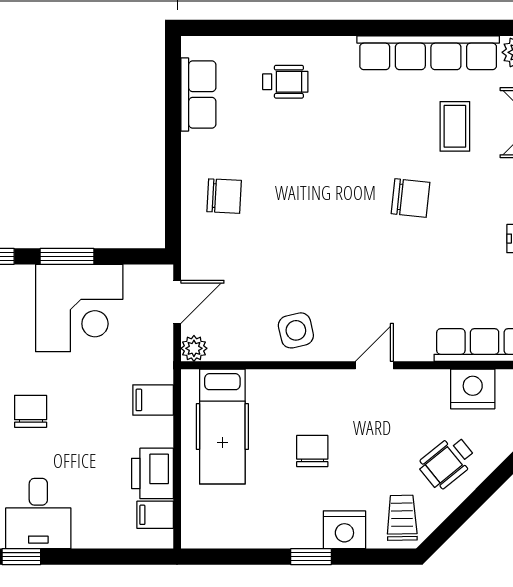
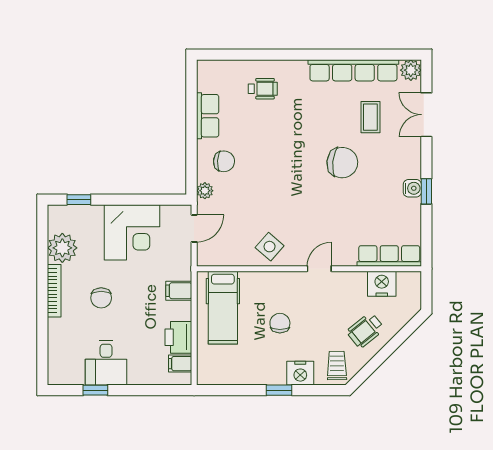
row of seats: (198, 95) -> (208, 116), moved
chair: (411, 198) -> (342, 163), width x1.37, depth x1.37
window: (67, 256) -> (124, 200), removed
side table: (296, 330) -> (270, 247), turned -36
plant: (194, 348) -> (205, 191), moved
chair: (31, 411) -> (101, 298), turned 180

